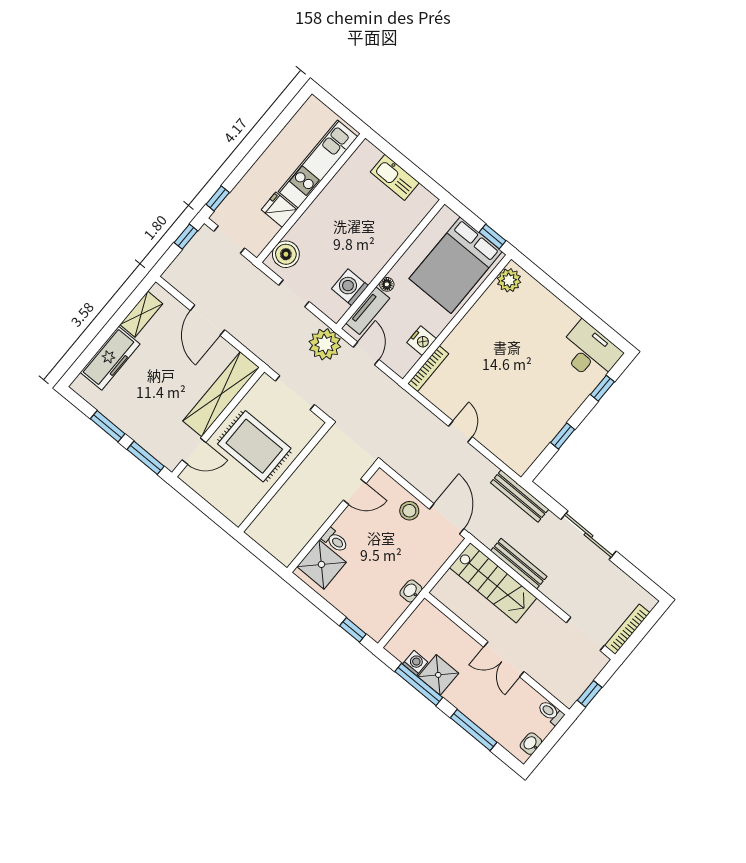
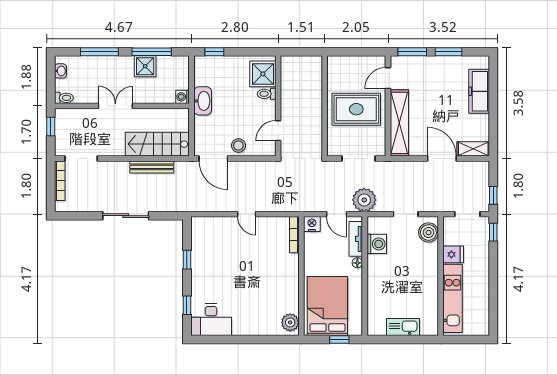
window: (493, 237) -> (339, 339), moved
shelving: (141, 314) -> (473, 149), moved, turned 90
nightstand: (422, 341) -> (312, 224), moved, turned 90
bench: (520, 496) -> (183, 205), removed
washbasin: (411, 591) -> (203, 101), width x1.91, depth x1.45
washing machine: (415, 663) -> (183, 97), moved, turned 90

